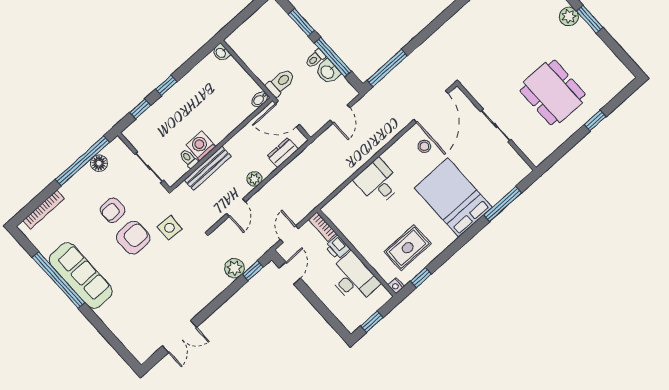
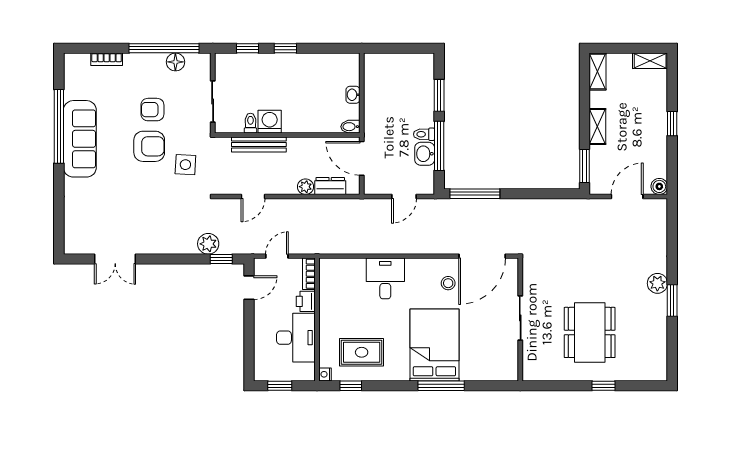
washbasin: (221, 53) -> (353, 95), moved
toilet: (281, 83) -> (379, 128), removed
plant: (254, 179) -> (305, 187), moved
window: (503, 204) -> (441, 386), moved
bookcase: (44, 210) -> (107, 59), width x0.64

